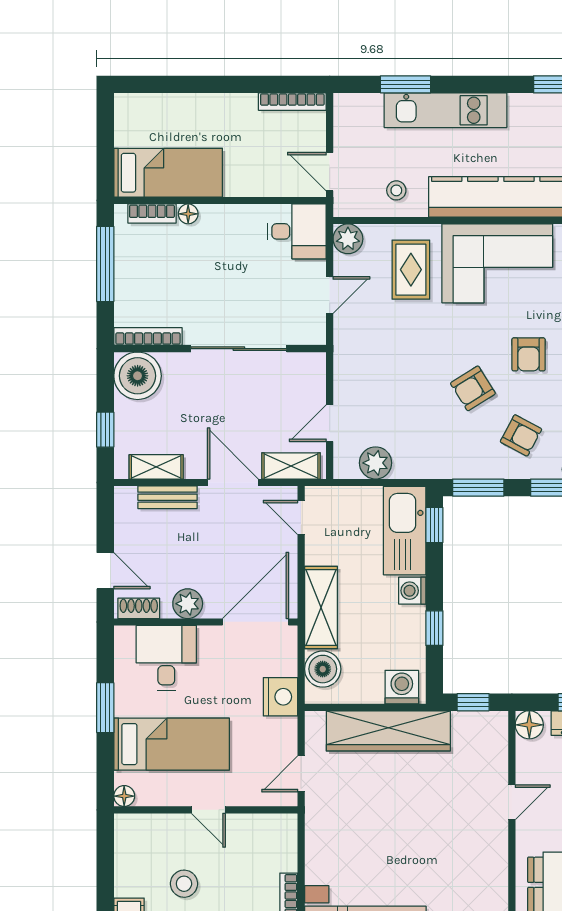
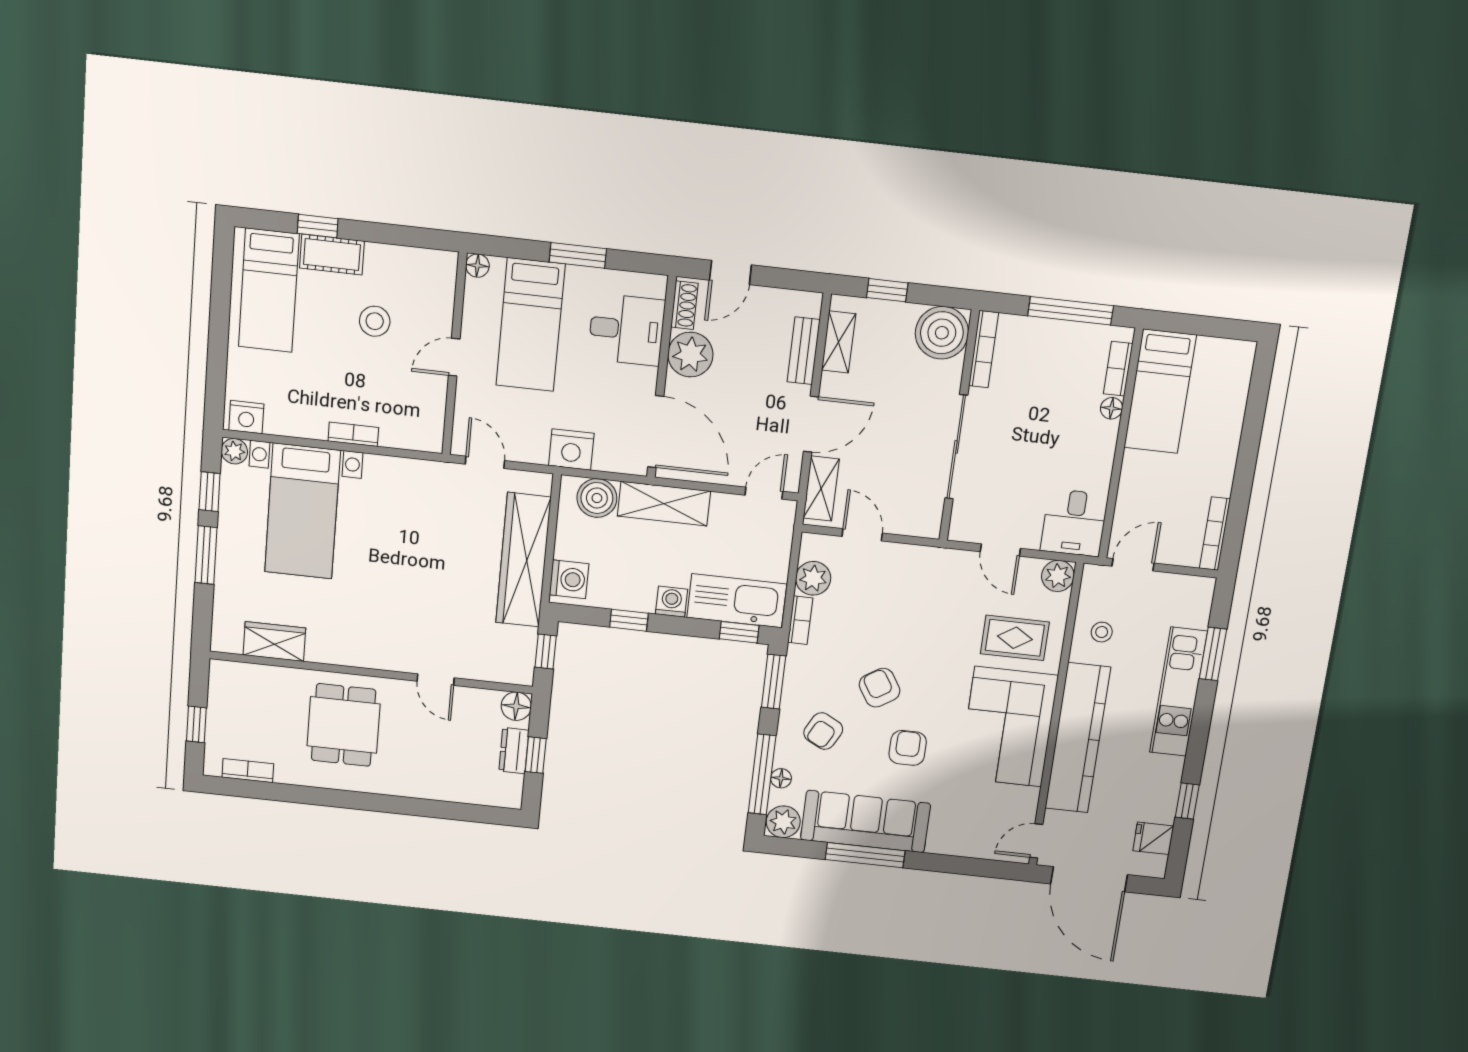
armchair: (529, 354) -> (908, 748), turned 90
bookcase: (417, 470) -> (800, 620), added
plant: (188, 604) -> (690, 355), width x1.36, depth x1.36

